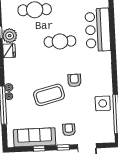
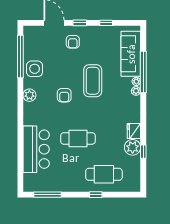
plant: (106, 79) -> (29, 95), added
coffee table: (49, 95) -> (93, 81), turned -76
sofa: (35, 137) -> (131, 54), moved, turned 90

